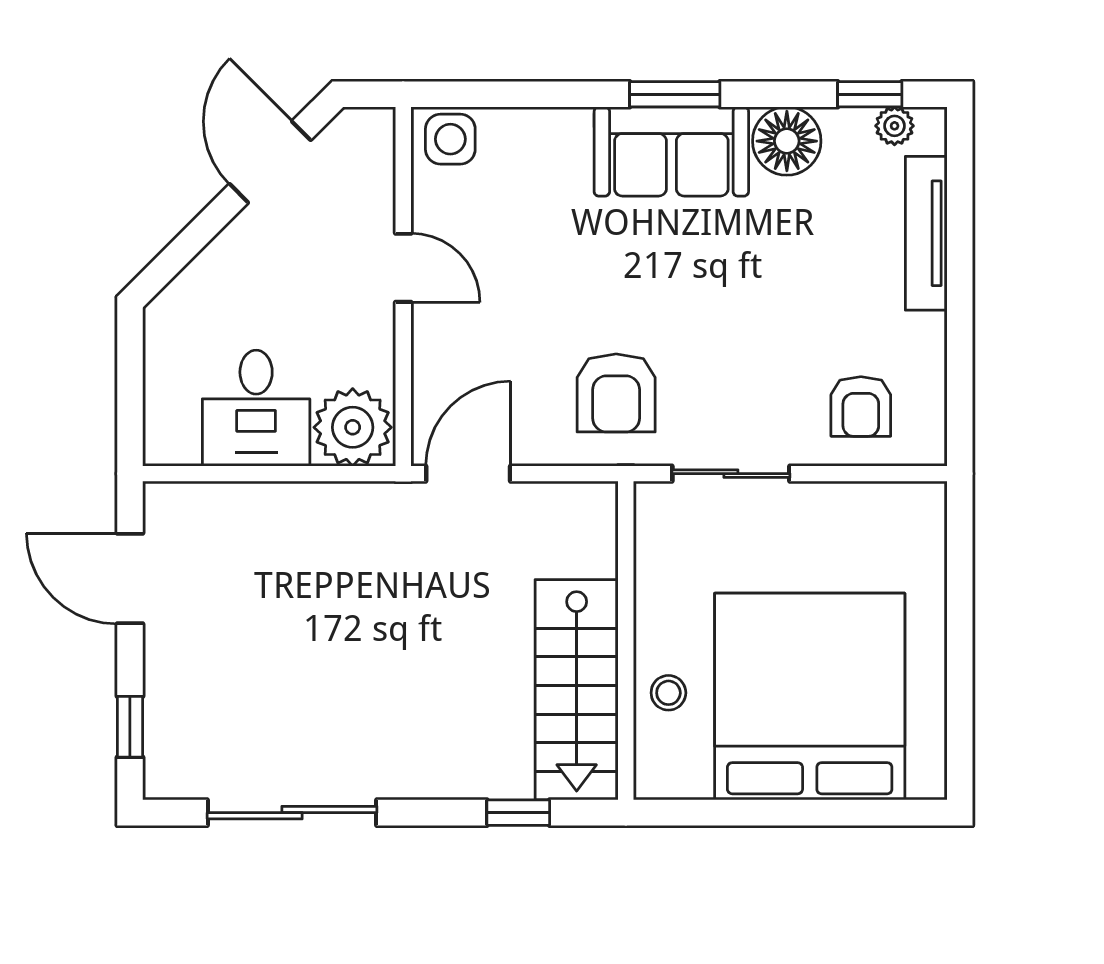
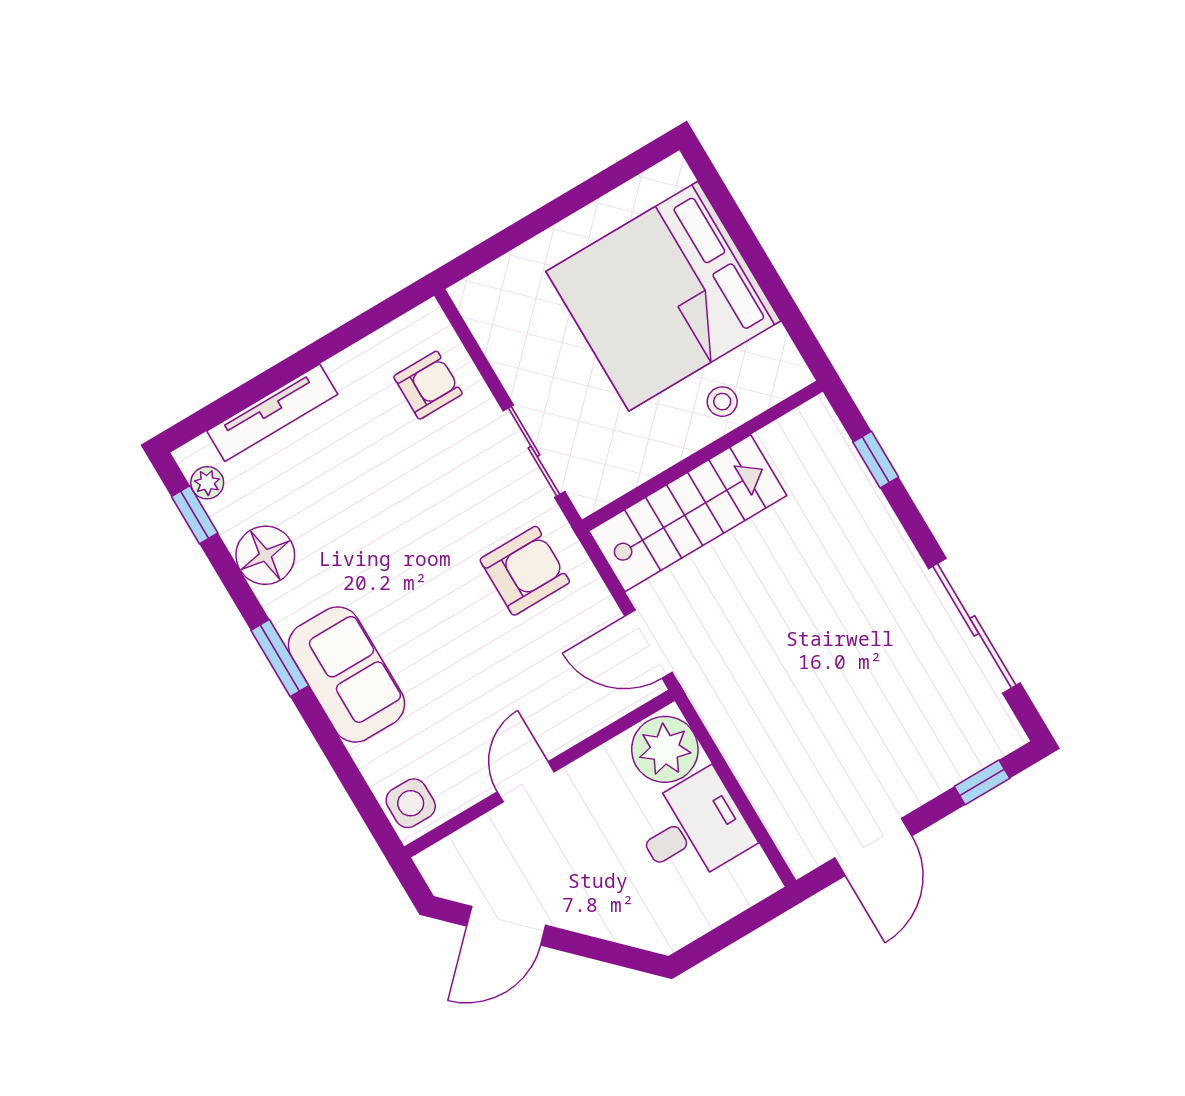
sofa: (671, 151) -> (346, 674), moved
stairs: (577, 690) -> (688, 513), moved

